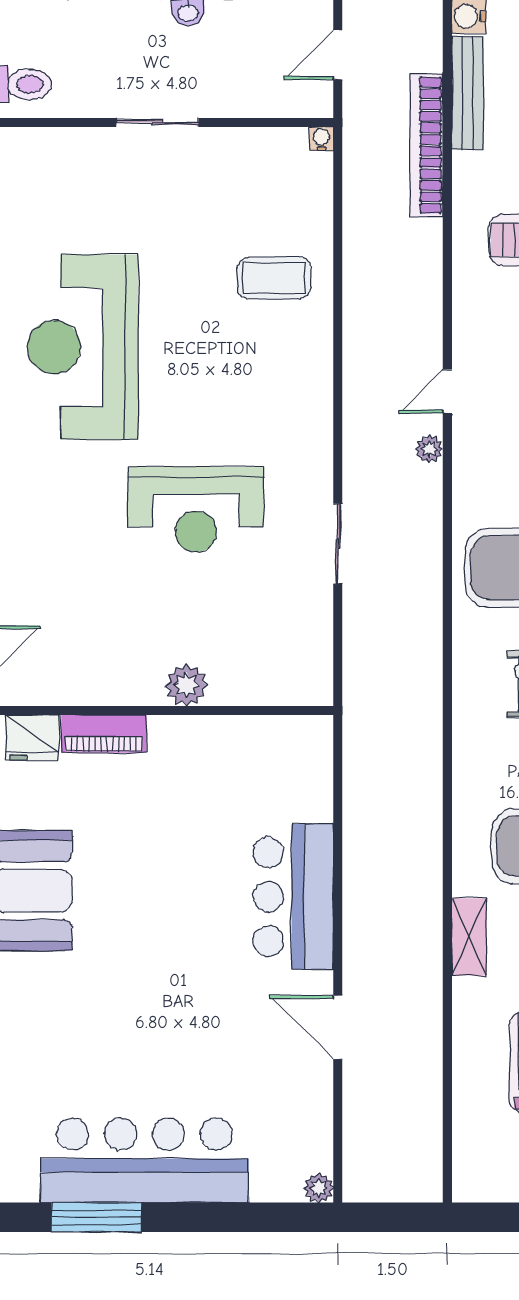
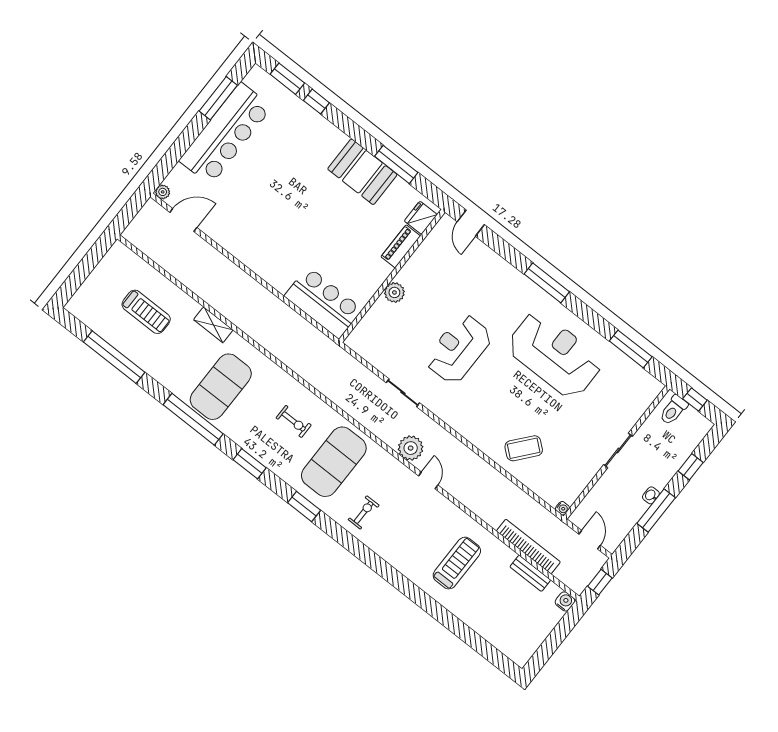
bench: (468, 93) -> (530, 573), width x0.73
coffee table: (274, 278) -> (524, 448), turned 40
plant: (429, 449) -> (411, 448), width x1.88, depth x1.88
bar counter: (293, 897) -> (323, 303), moved
door: (338, 1027) -> (183, 220), moved

